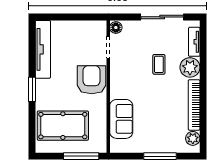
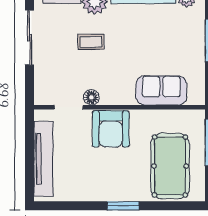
floor lamp: (116, 28) -> (91, 97), moved
tv unit: (43, 49) -> (43, 159), moved, turned 90
armchair: (92, 80) -> (111, 129), turned -90

